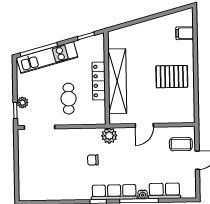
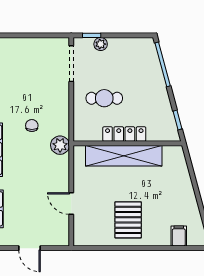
kitchen unit: (47, 58) -> (153, 74), removed
door: (144, 125) -> (71, 204), moved
coffee table: (181, 144) -> (49, 229), removed

